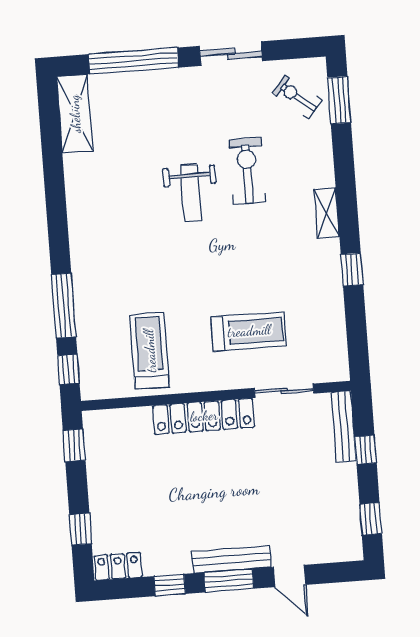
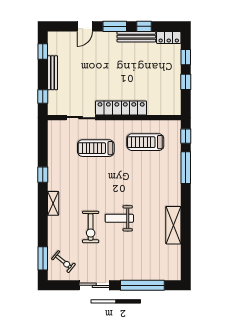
shelving: (75, 114) -> (173, 225), moved
weight bench: (191, 193) -> (119, 218), turned -90
treadmill: (150, 351) -> (145, 142), turned 90
bench: (344, 426) -> (53, 73), moved
window: (74, 445) -> (186, 82), moved
window: (365, 450) -> (43, 97), moved
bench: (232, 559) -> (136, 37), moved
door: (290, 576) -> (85, 26), swing flipped

